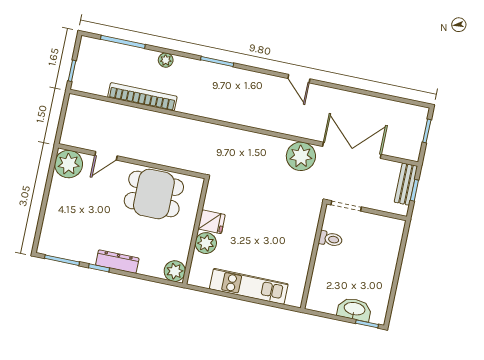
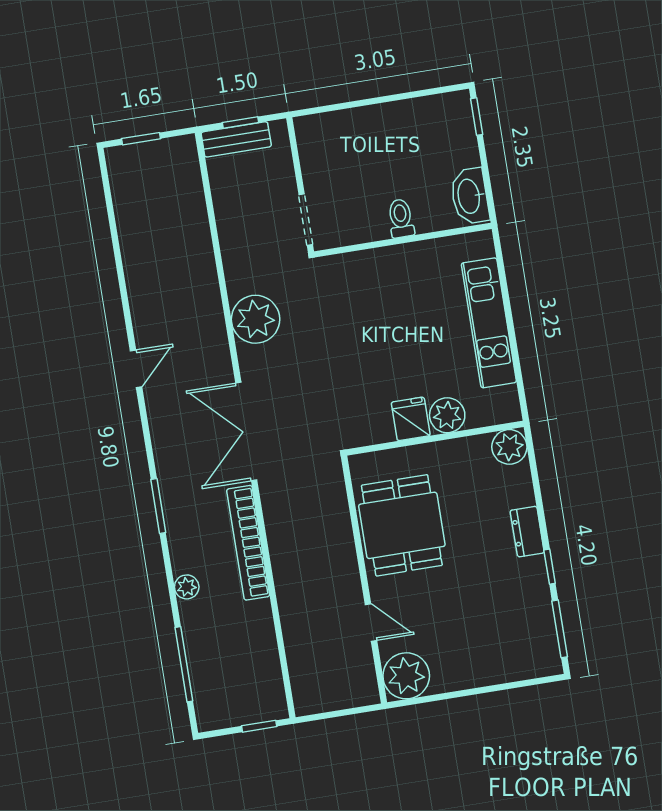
bookcase: (142, 97) -> (248, 543), moved
double door: (352, 150) -> (246, 431), moved
toilet: (331, 239) -> (401, 218), moved
dresser: (117, 262) -> (527, 532), width x0.70
washbasin: (354, 309) -> (470, 196), moved

